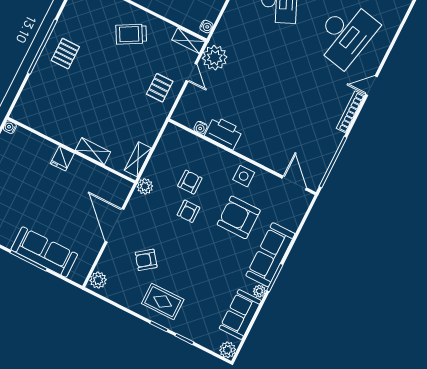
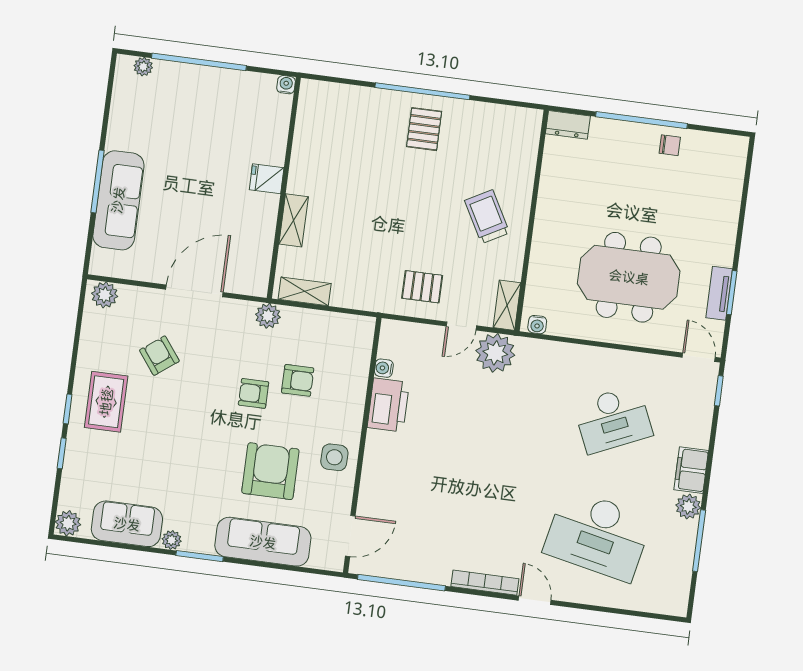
pallet: (65, 54) -> (424, 129), turned 90
sofa: (270, 255) -> (263, 542), moved

